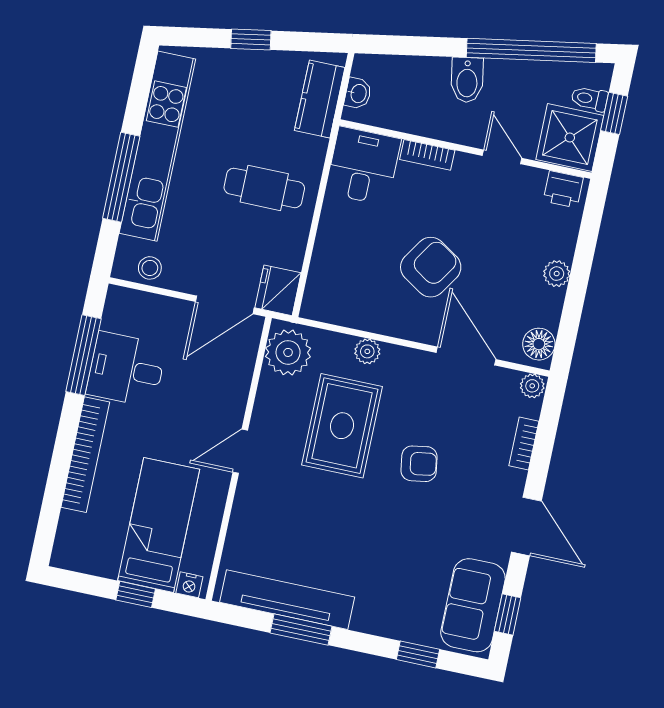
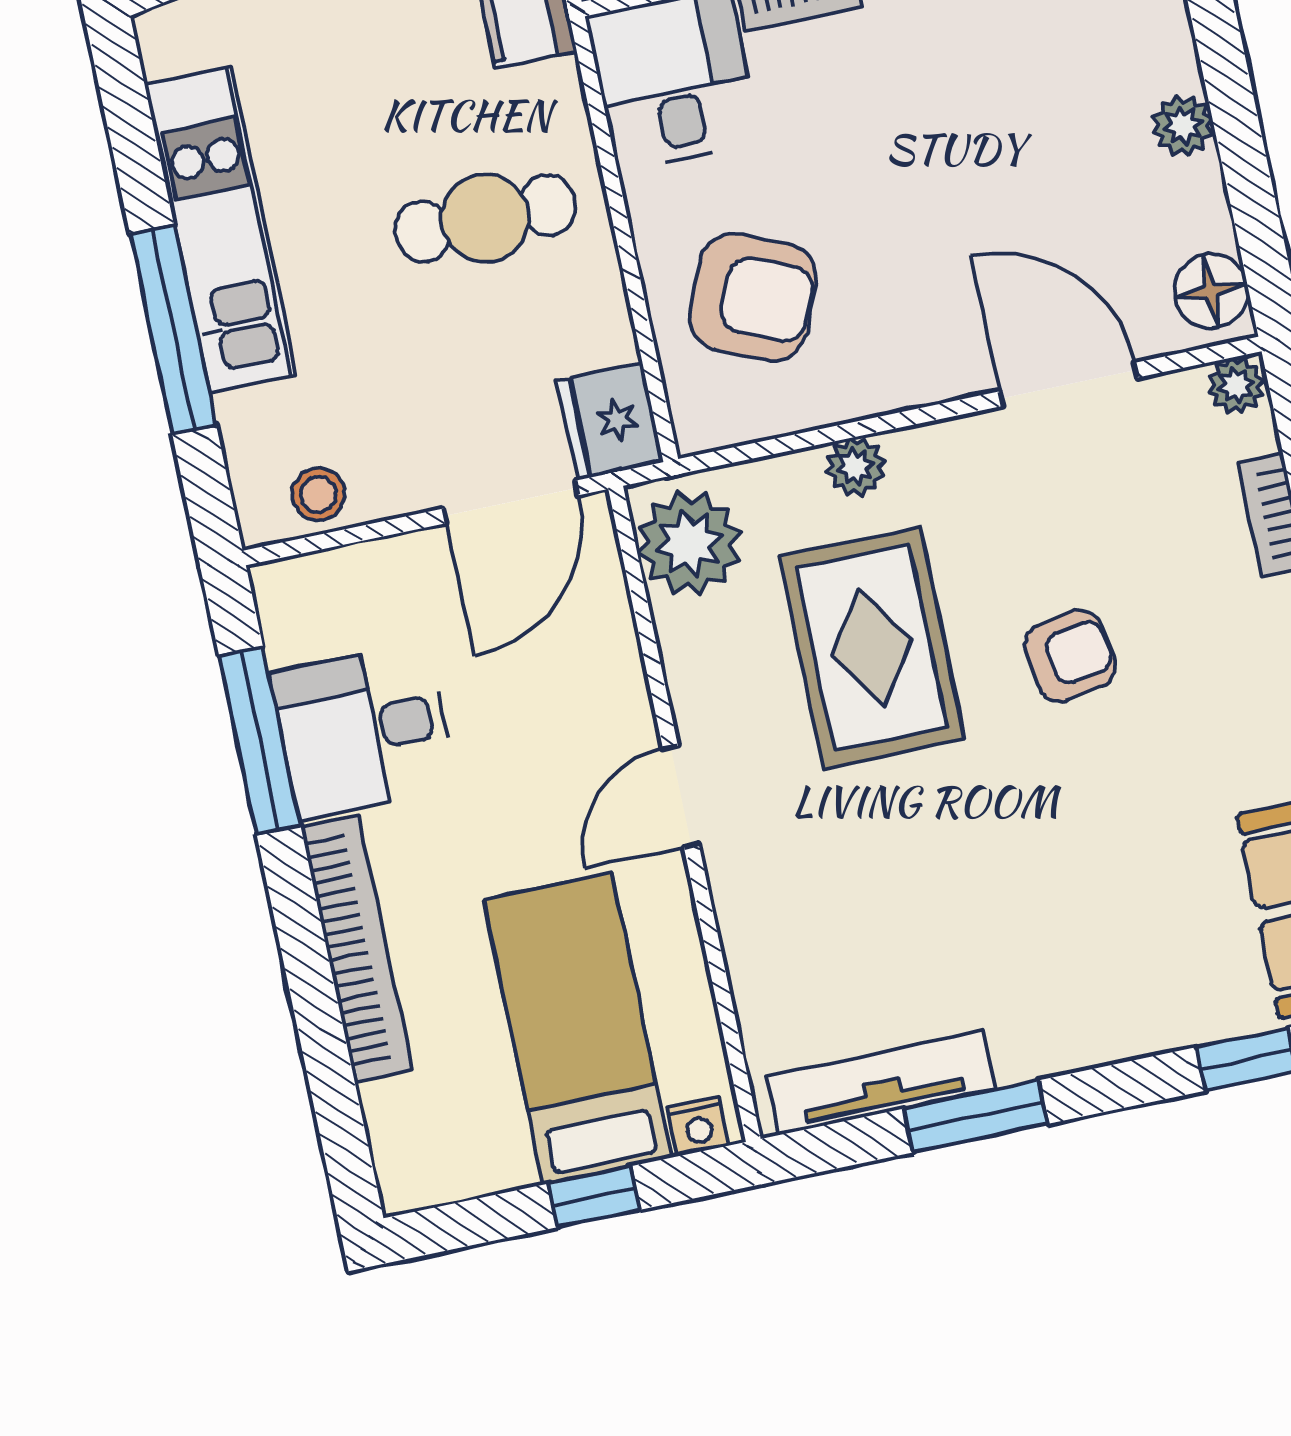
kitchen unit: (157, 146) -> (220, 230), width x0.73
armchair: (431, 267) -> (753, 297), moved, turned 80
tv unit: (287, 600) -> (881, 1083), width x0.73, depth x0.78

